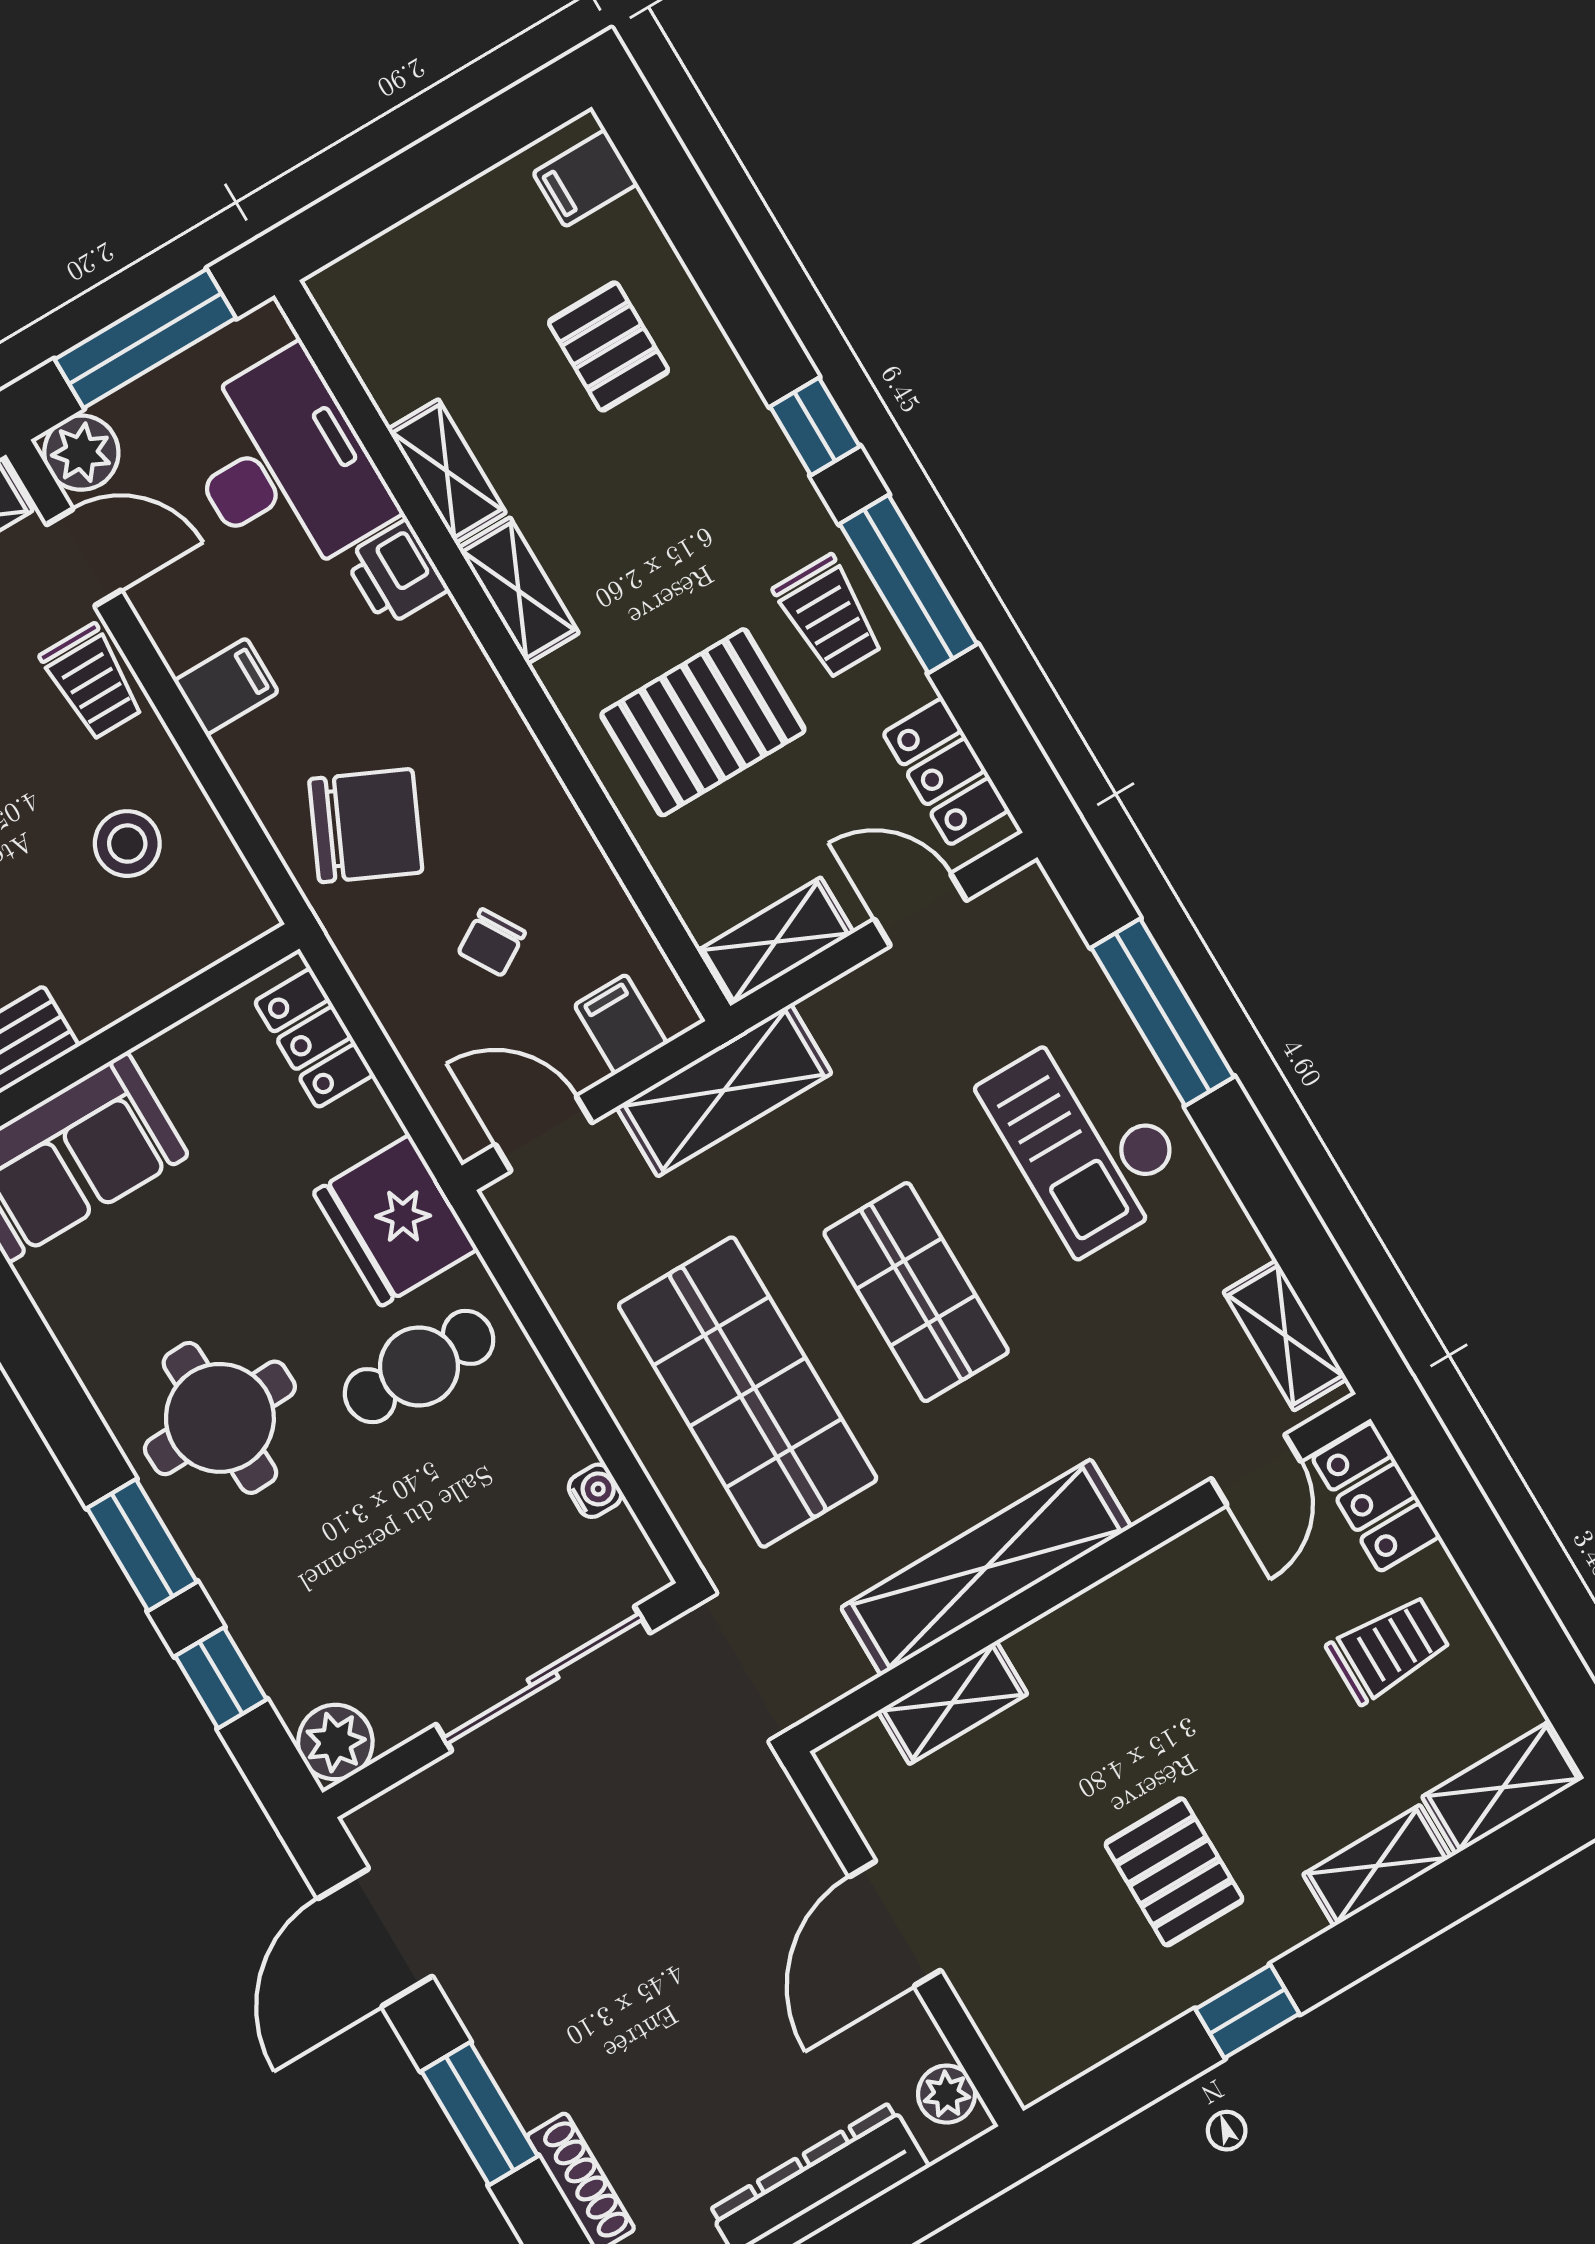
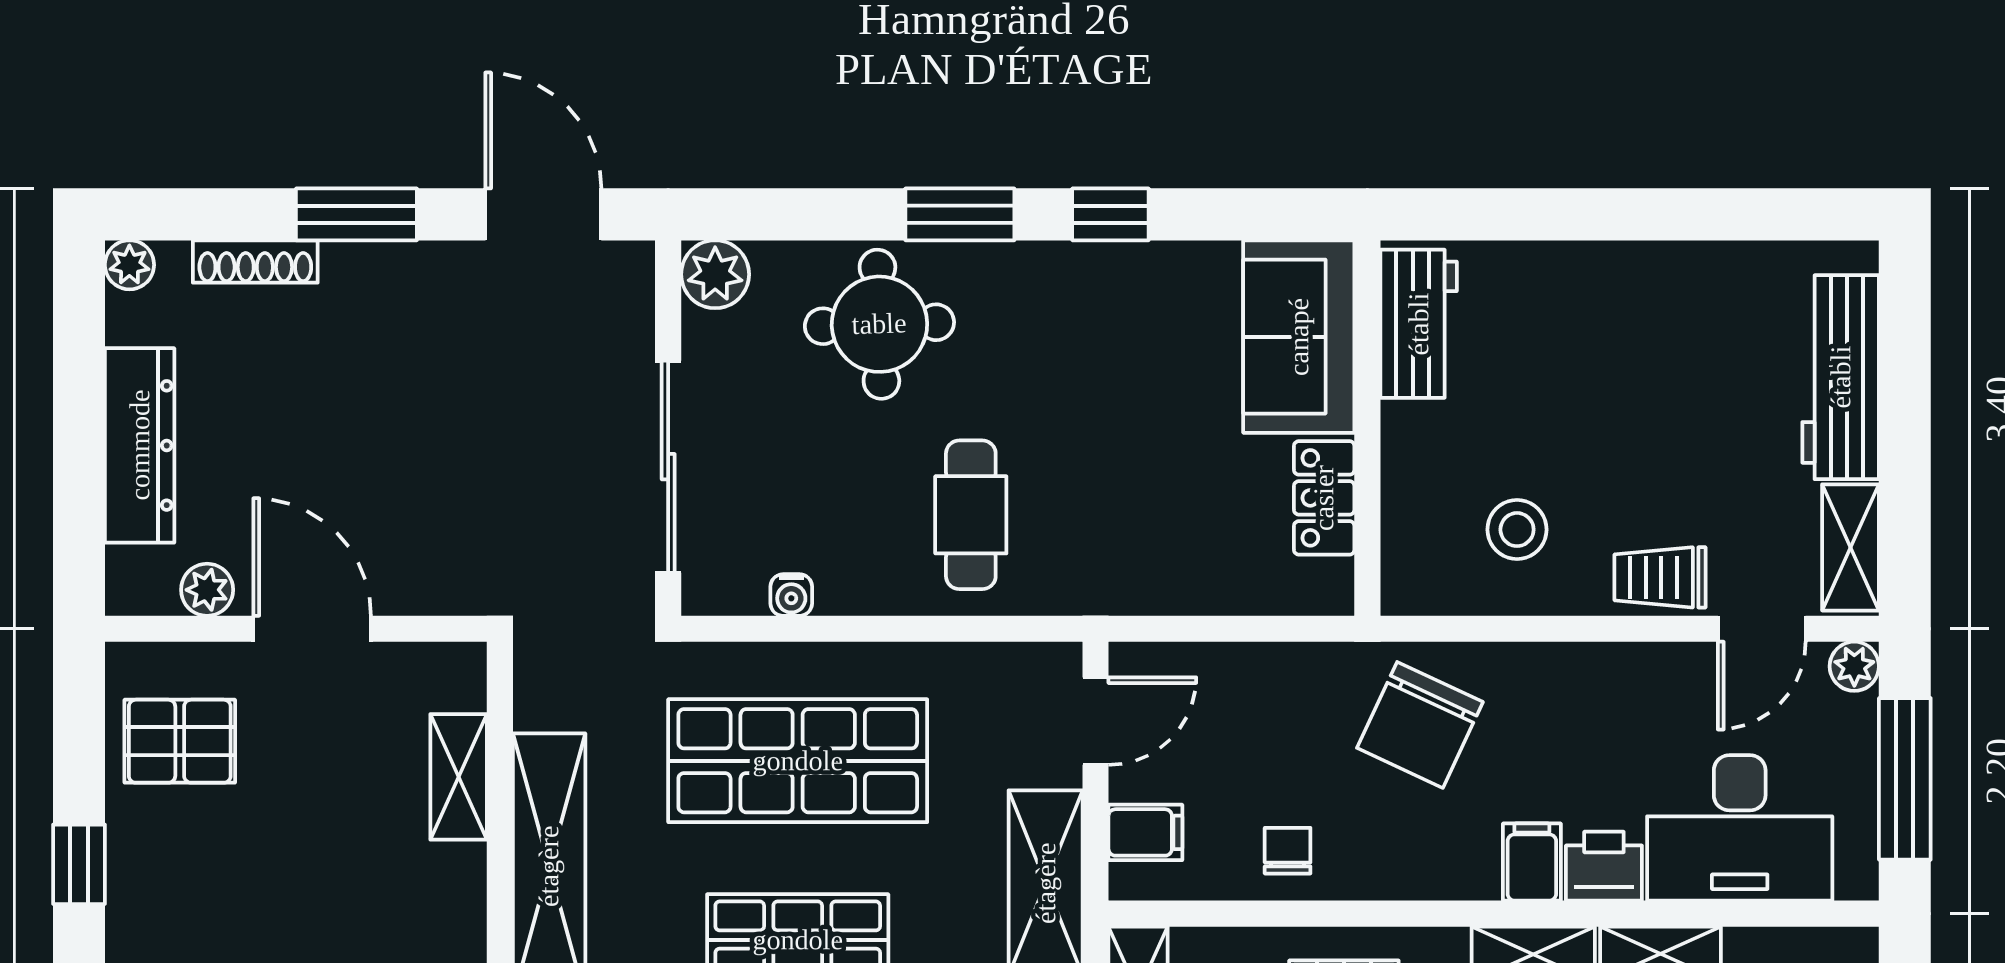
plant: (81, 453) -> (1854, 666), width x0.73, depth x0.73
filing cabinet: (226, 686) -> (1532, 862), moved, turned 180
chair: (492, 942) -> (1288, 851), moved, turned 31
locker: (314, 1038) -> (1324, 498), moved, turned -90
fridge: (395, 1221) -> (1096, 564), removed
round table: (220, 1418) -> (879, 324), moved
window: (221, 1678) -> (1110, 214), moved
pallet: (1174, 1872) -> (180, 741), moved
plant: (947, 2094) -> (207, 590), moved

